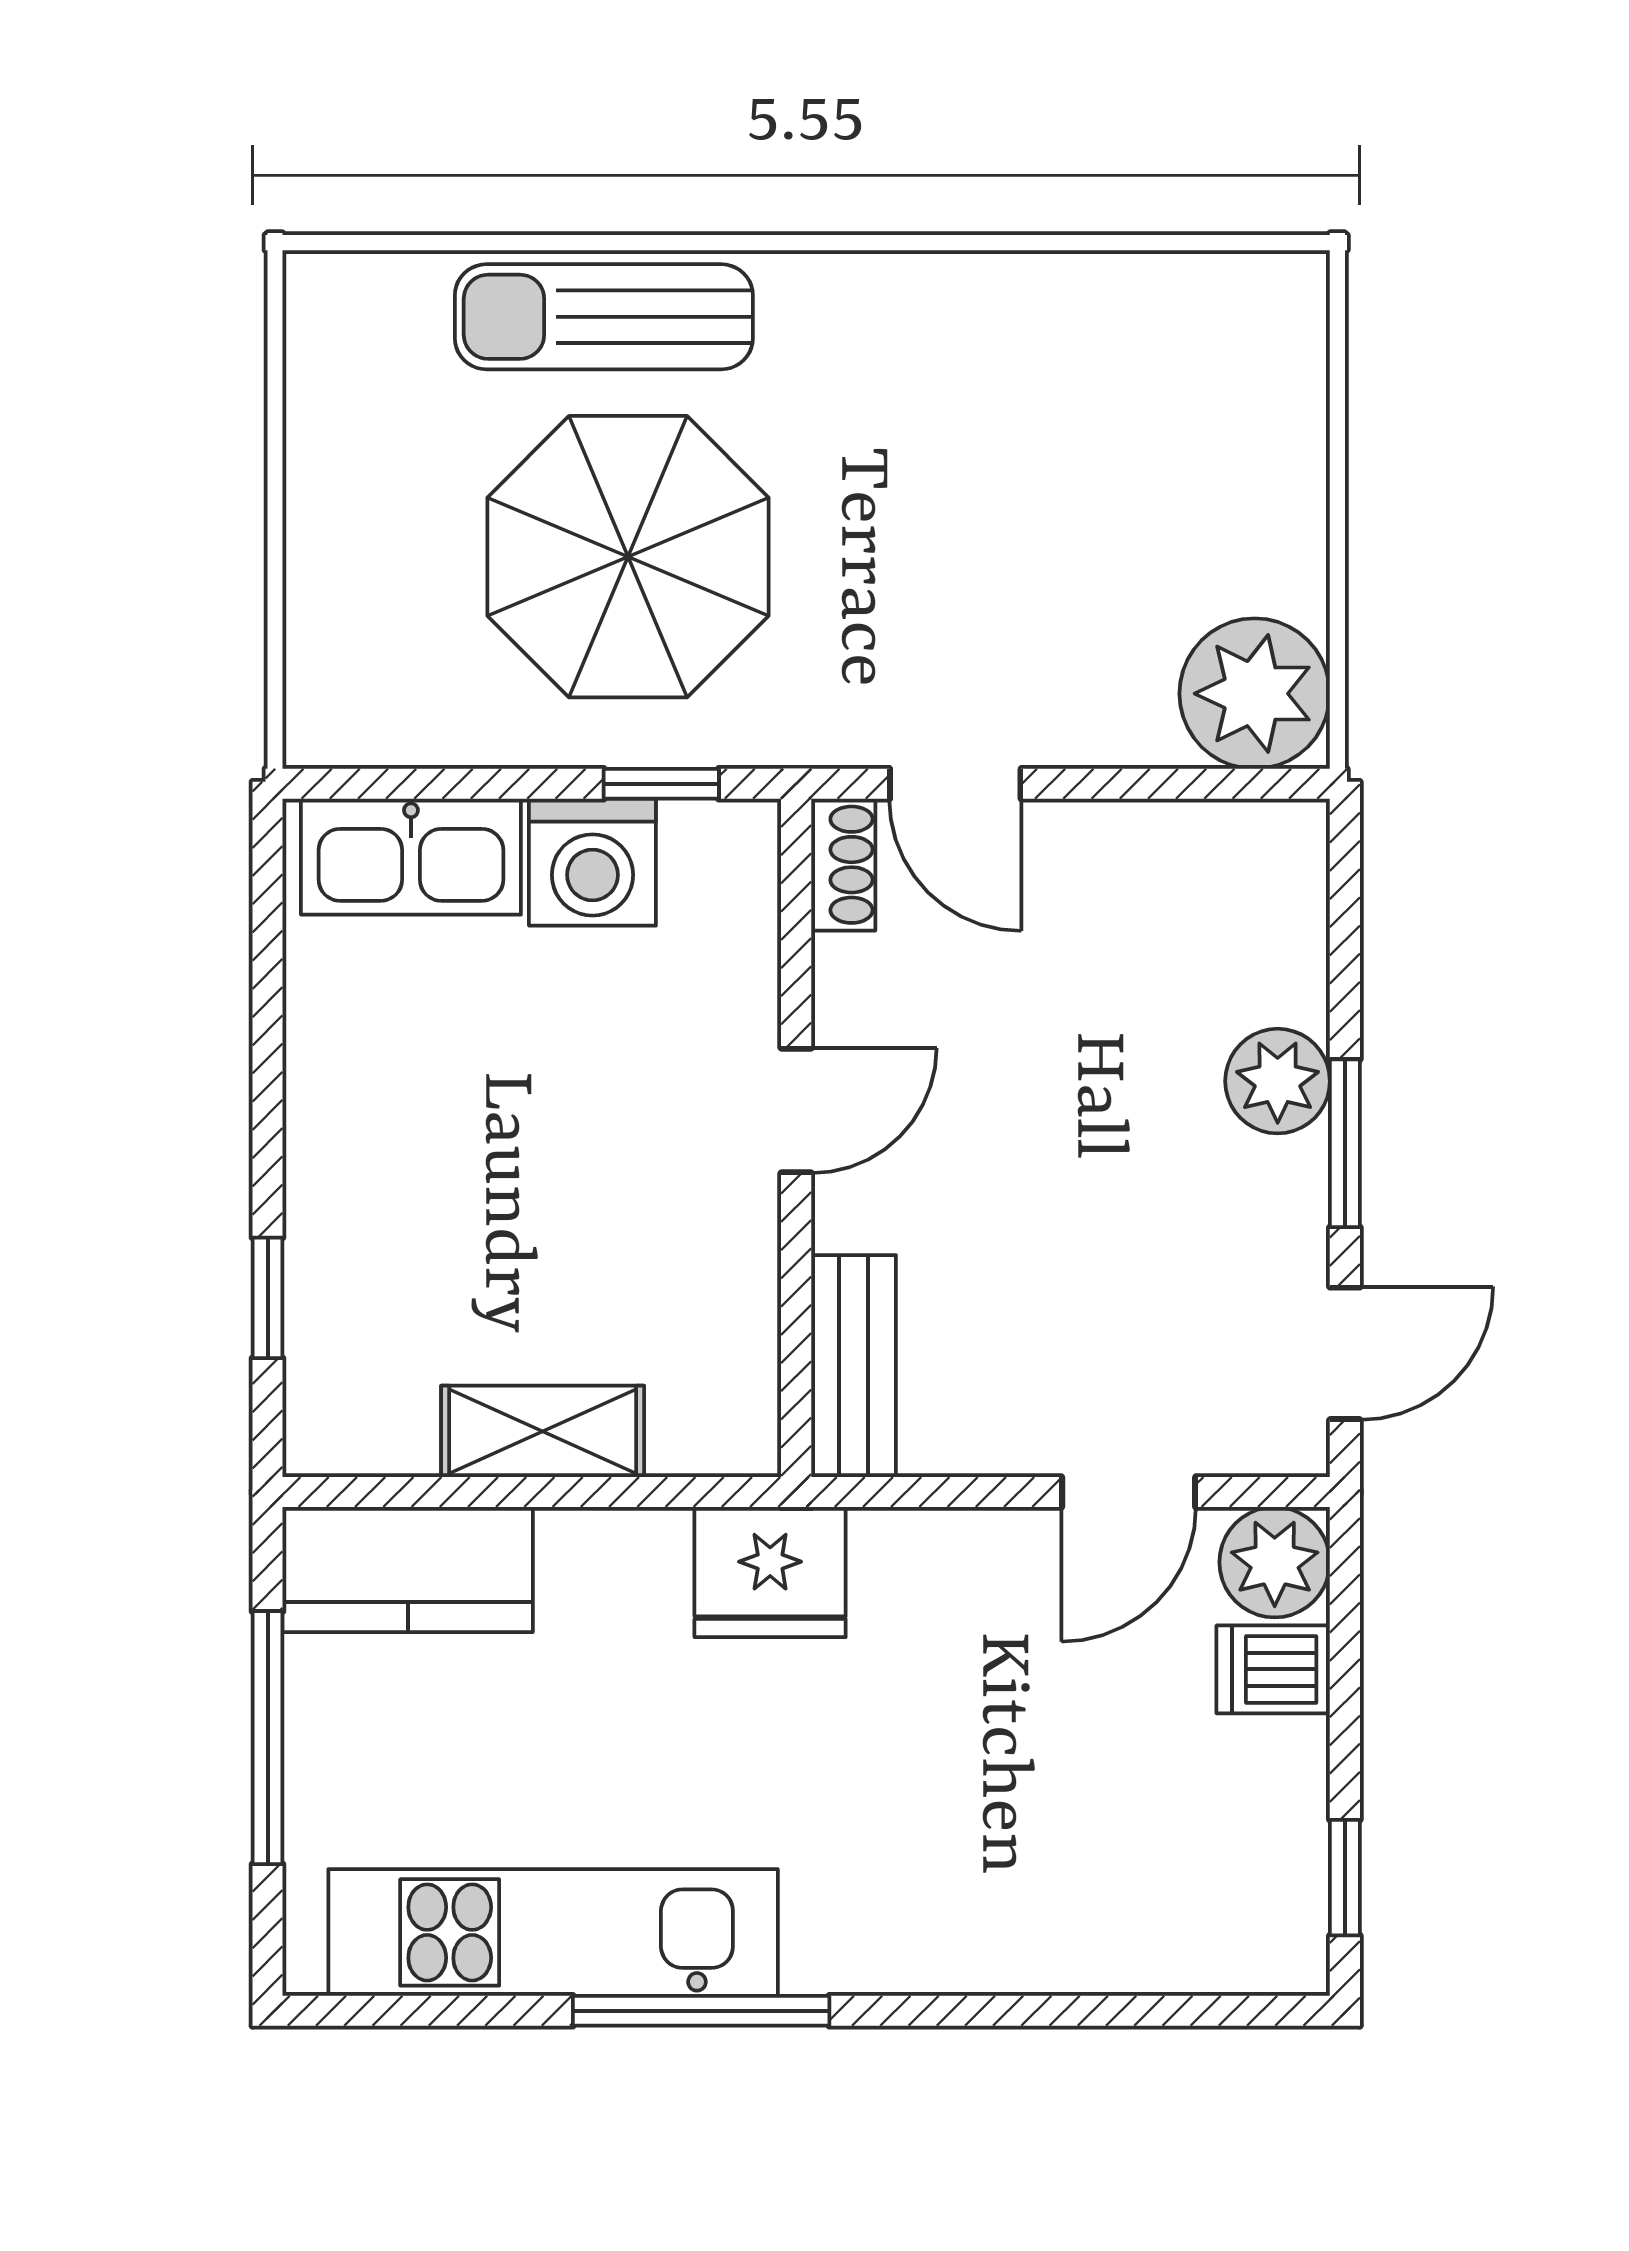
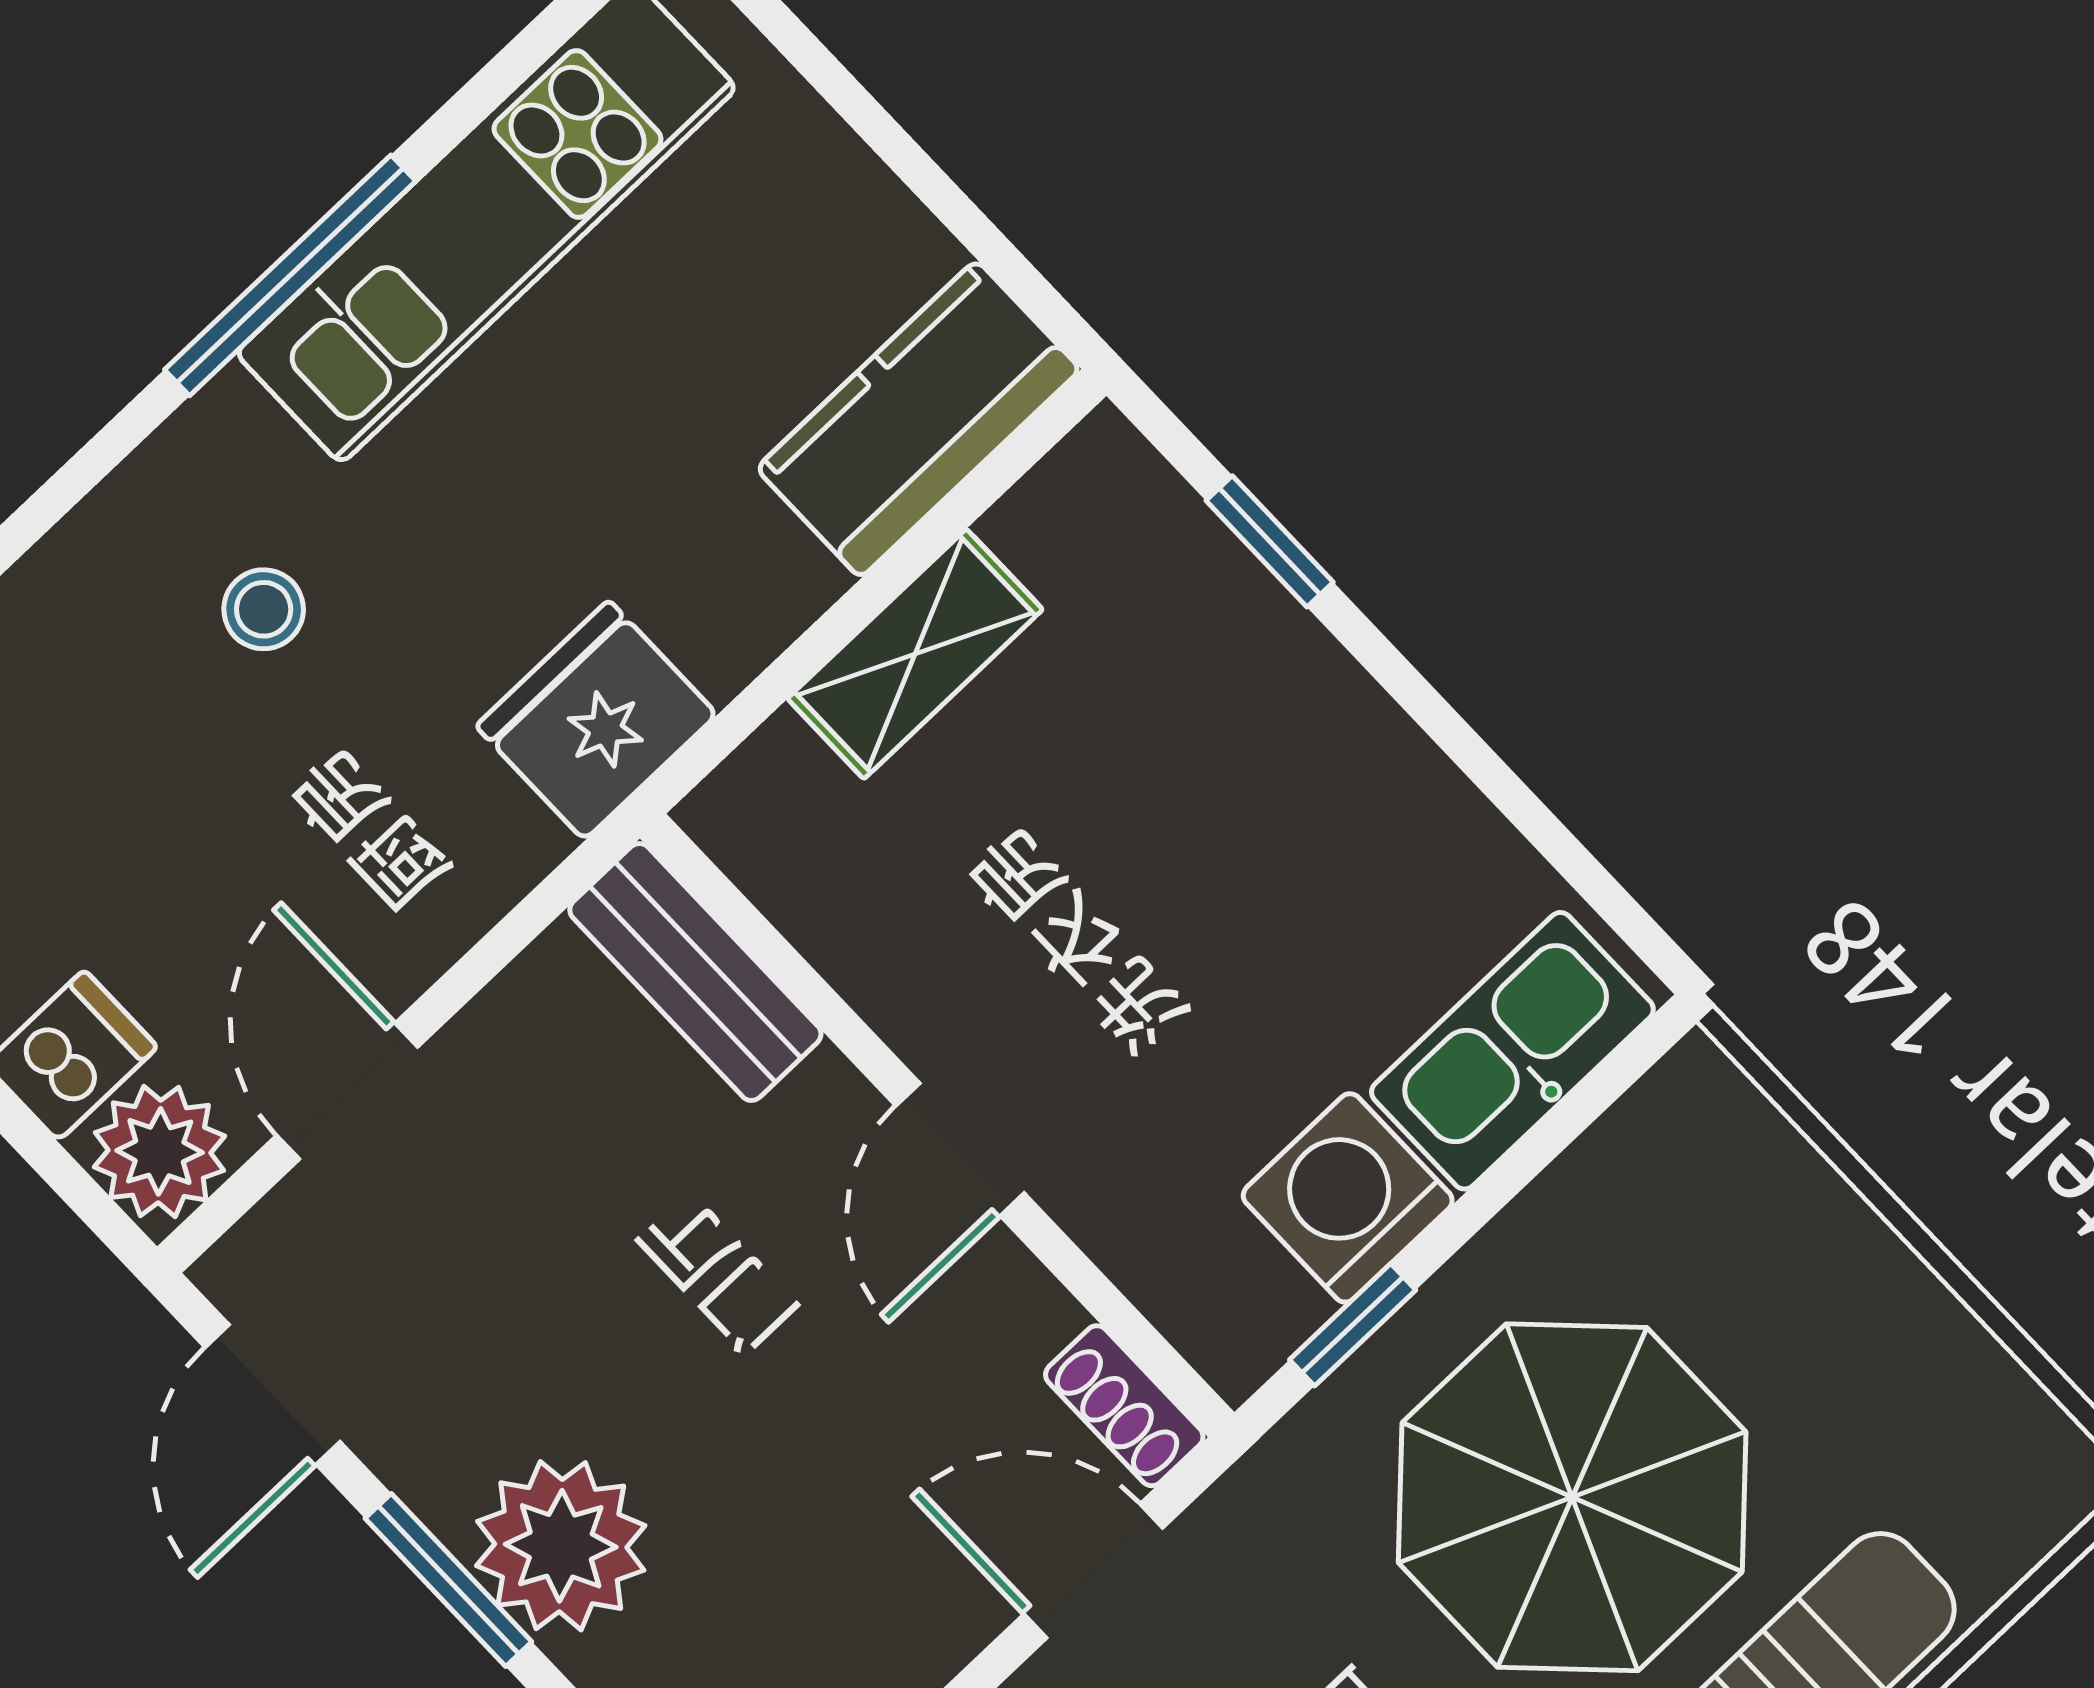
plant: (1278, 1081) -> (561, 1546), width x1.36, depth x1.36
window: (268, 1738) -> (901, 153), removed
stool: (906, 1827) -> (264, 609), added

